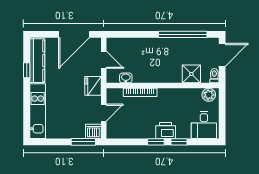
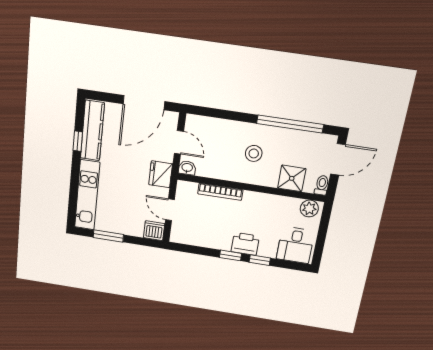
stool: (160, 60) -> (254, 153), added
washbasin: (126, 78) -> (187, 168), moved
door: (104, 113) -> (170, 210), swing flipped
window: (83, 142) -> (108, 236), moved

